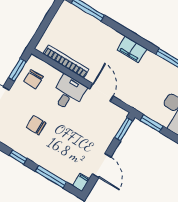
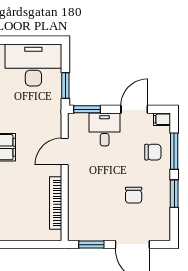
chair: (33, 79) -> (153, 152), moved
desk: (68, 93) -> (105, 129), moved, turned 90
window: (18, 157) -> (174, 194), width x1.50

